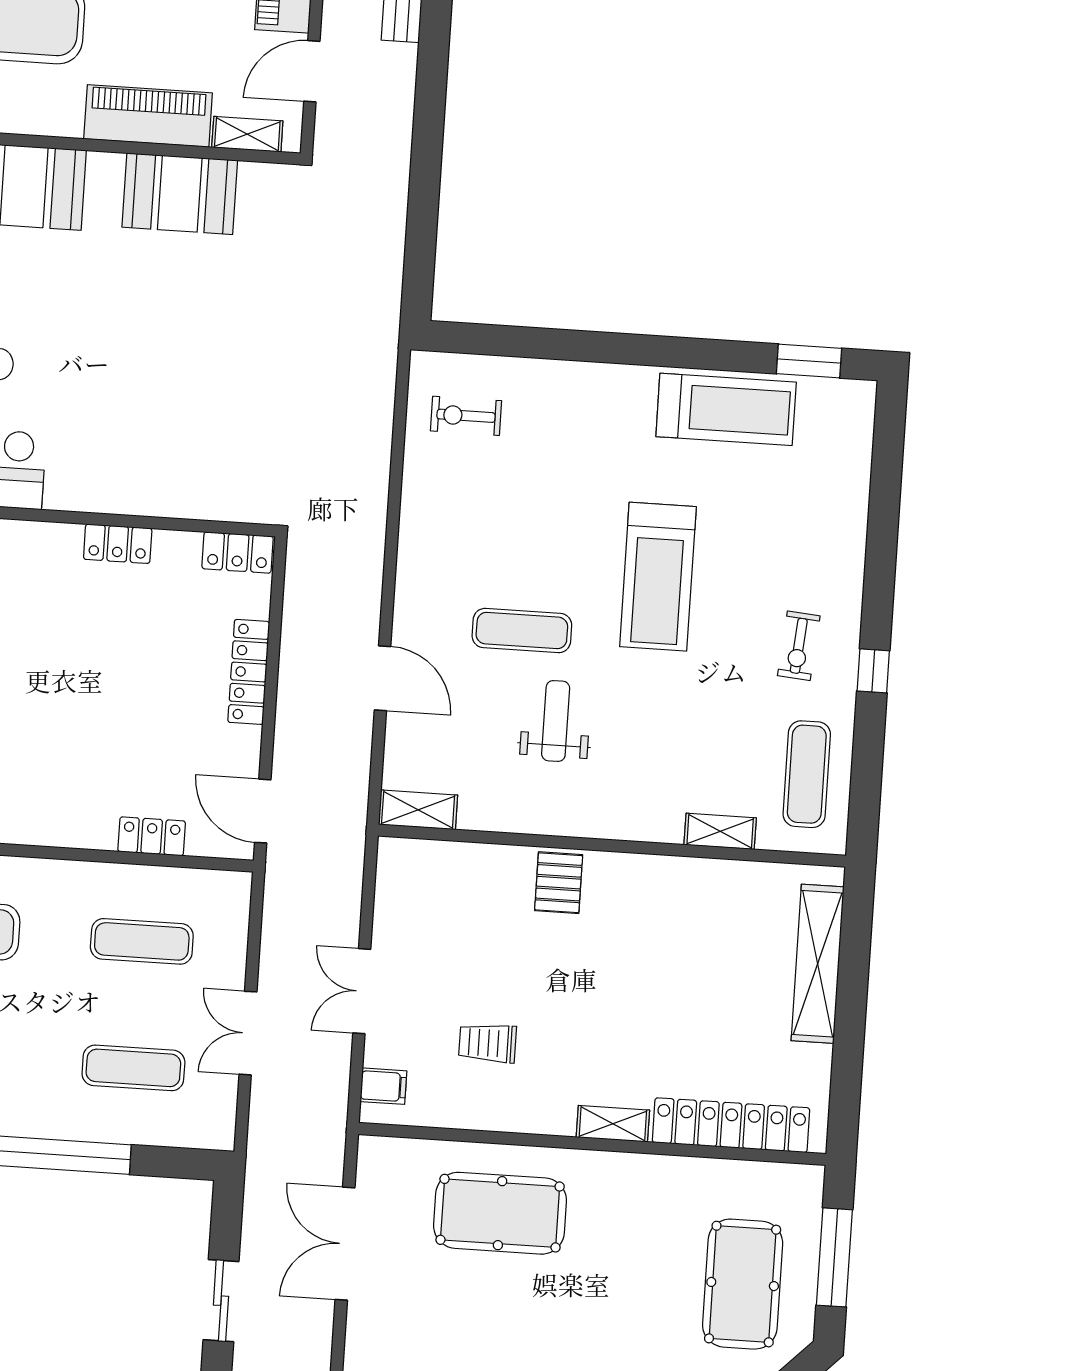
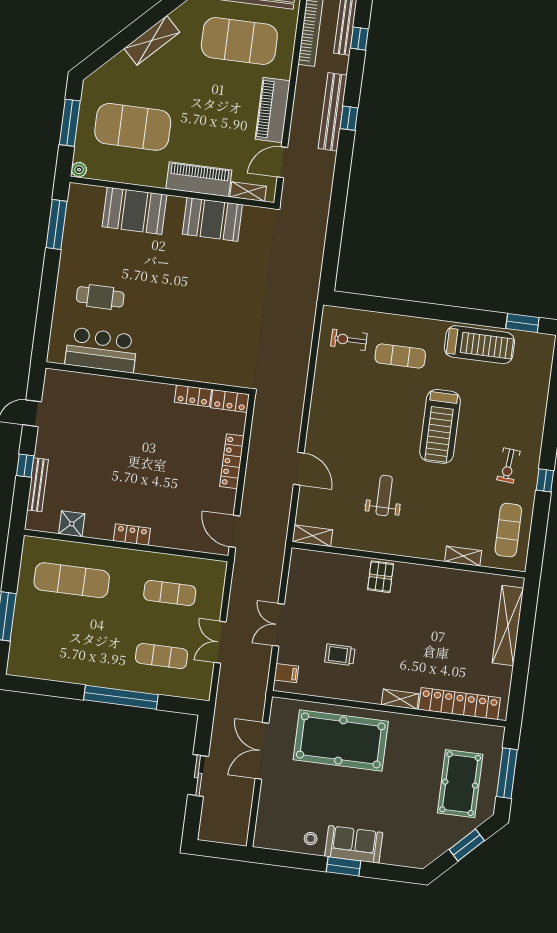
locker: (118, 544) -> (193, 396), moved
exercise mat: (522, 631) -> (400, 356), moved
locker: (152, 836) -> (132, 535), moved
pool table: (500, 1213) -> (341, 740), width x1.36, depth x1.32

